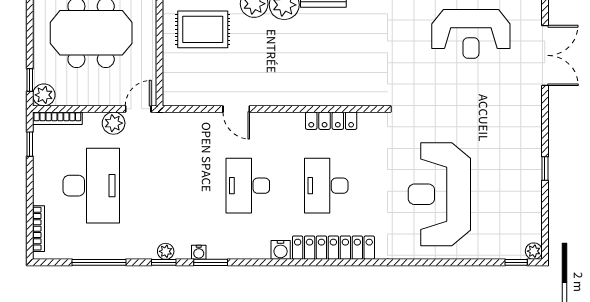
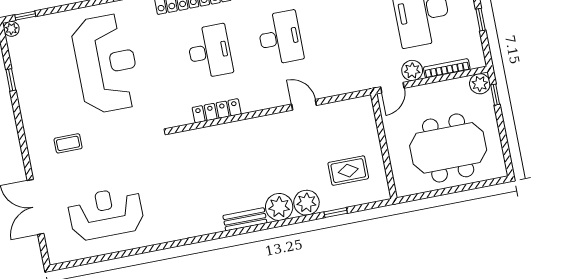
rug: (203, 29) -> (348, 171), width x0.73, depth x0.70
coffee table: (497, 117) -> (68, 143), added
bookcase: (57, 118) -> (447, 68), moved
window: (30, 144) -> (481, 20), moved
window: (545, 169) -> (11, 80), moved

